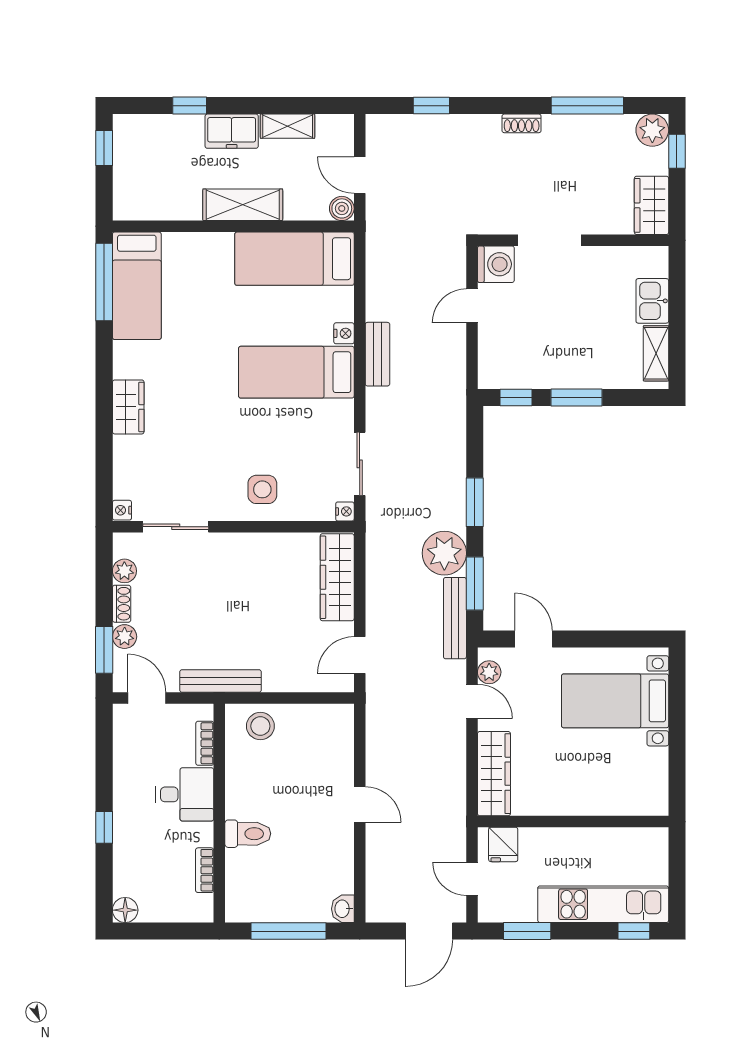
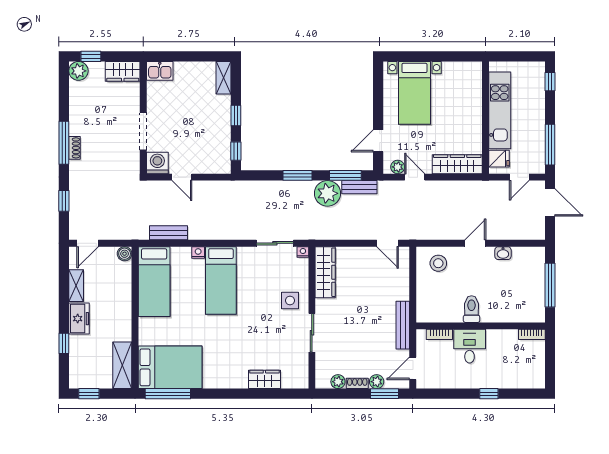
window: (587, 106) -> (64, 143), moved
door: (360, 175) -> (88, 243), moved
shelving: (243, 205) -> (122, 365), moved
bed: (137, 286) -> (170, 367), width x1.50
kitchen sink: (652, 301) -> (160, 71), moved
shelving: (656, 353) -> (224, 78), moved, turned 90
bench: (377, 354) -> (168, 233), moved
window: (576, 398) -> (236, 116), width x0.67
wardrobe: (128, 407) -> (264, 379), moved
nightstand: (122, 510) -> (302, 383), removed
sliding door: (176, 527) -> (312, 333), moved
wardrobe: (337, 577) -> (325, 272), moved, turned -90
bench: (455, 618) -> (359, 187), width x0.73
door: (472, 701) -> (415, 177), hinge flipped
stool: (260, 726) -> (438, 263), moved
toilet: (248, 834) -> (472, 309), moved
bookcase: (205, 870) -> (532, 334), moved
kitchen unit: (603, 904) -> (500, 110), moved, turned 180
washbasin: (343, 909) -> (503, 253), moved
floor lamp: (125, 910) -> (538, 381), removed
window: (527, 931) -> (550, 145), width x1.44

